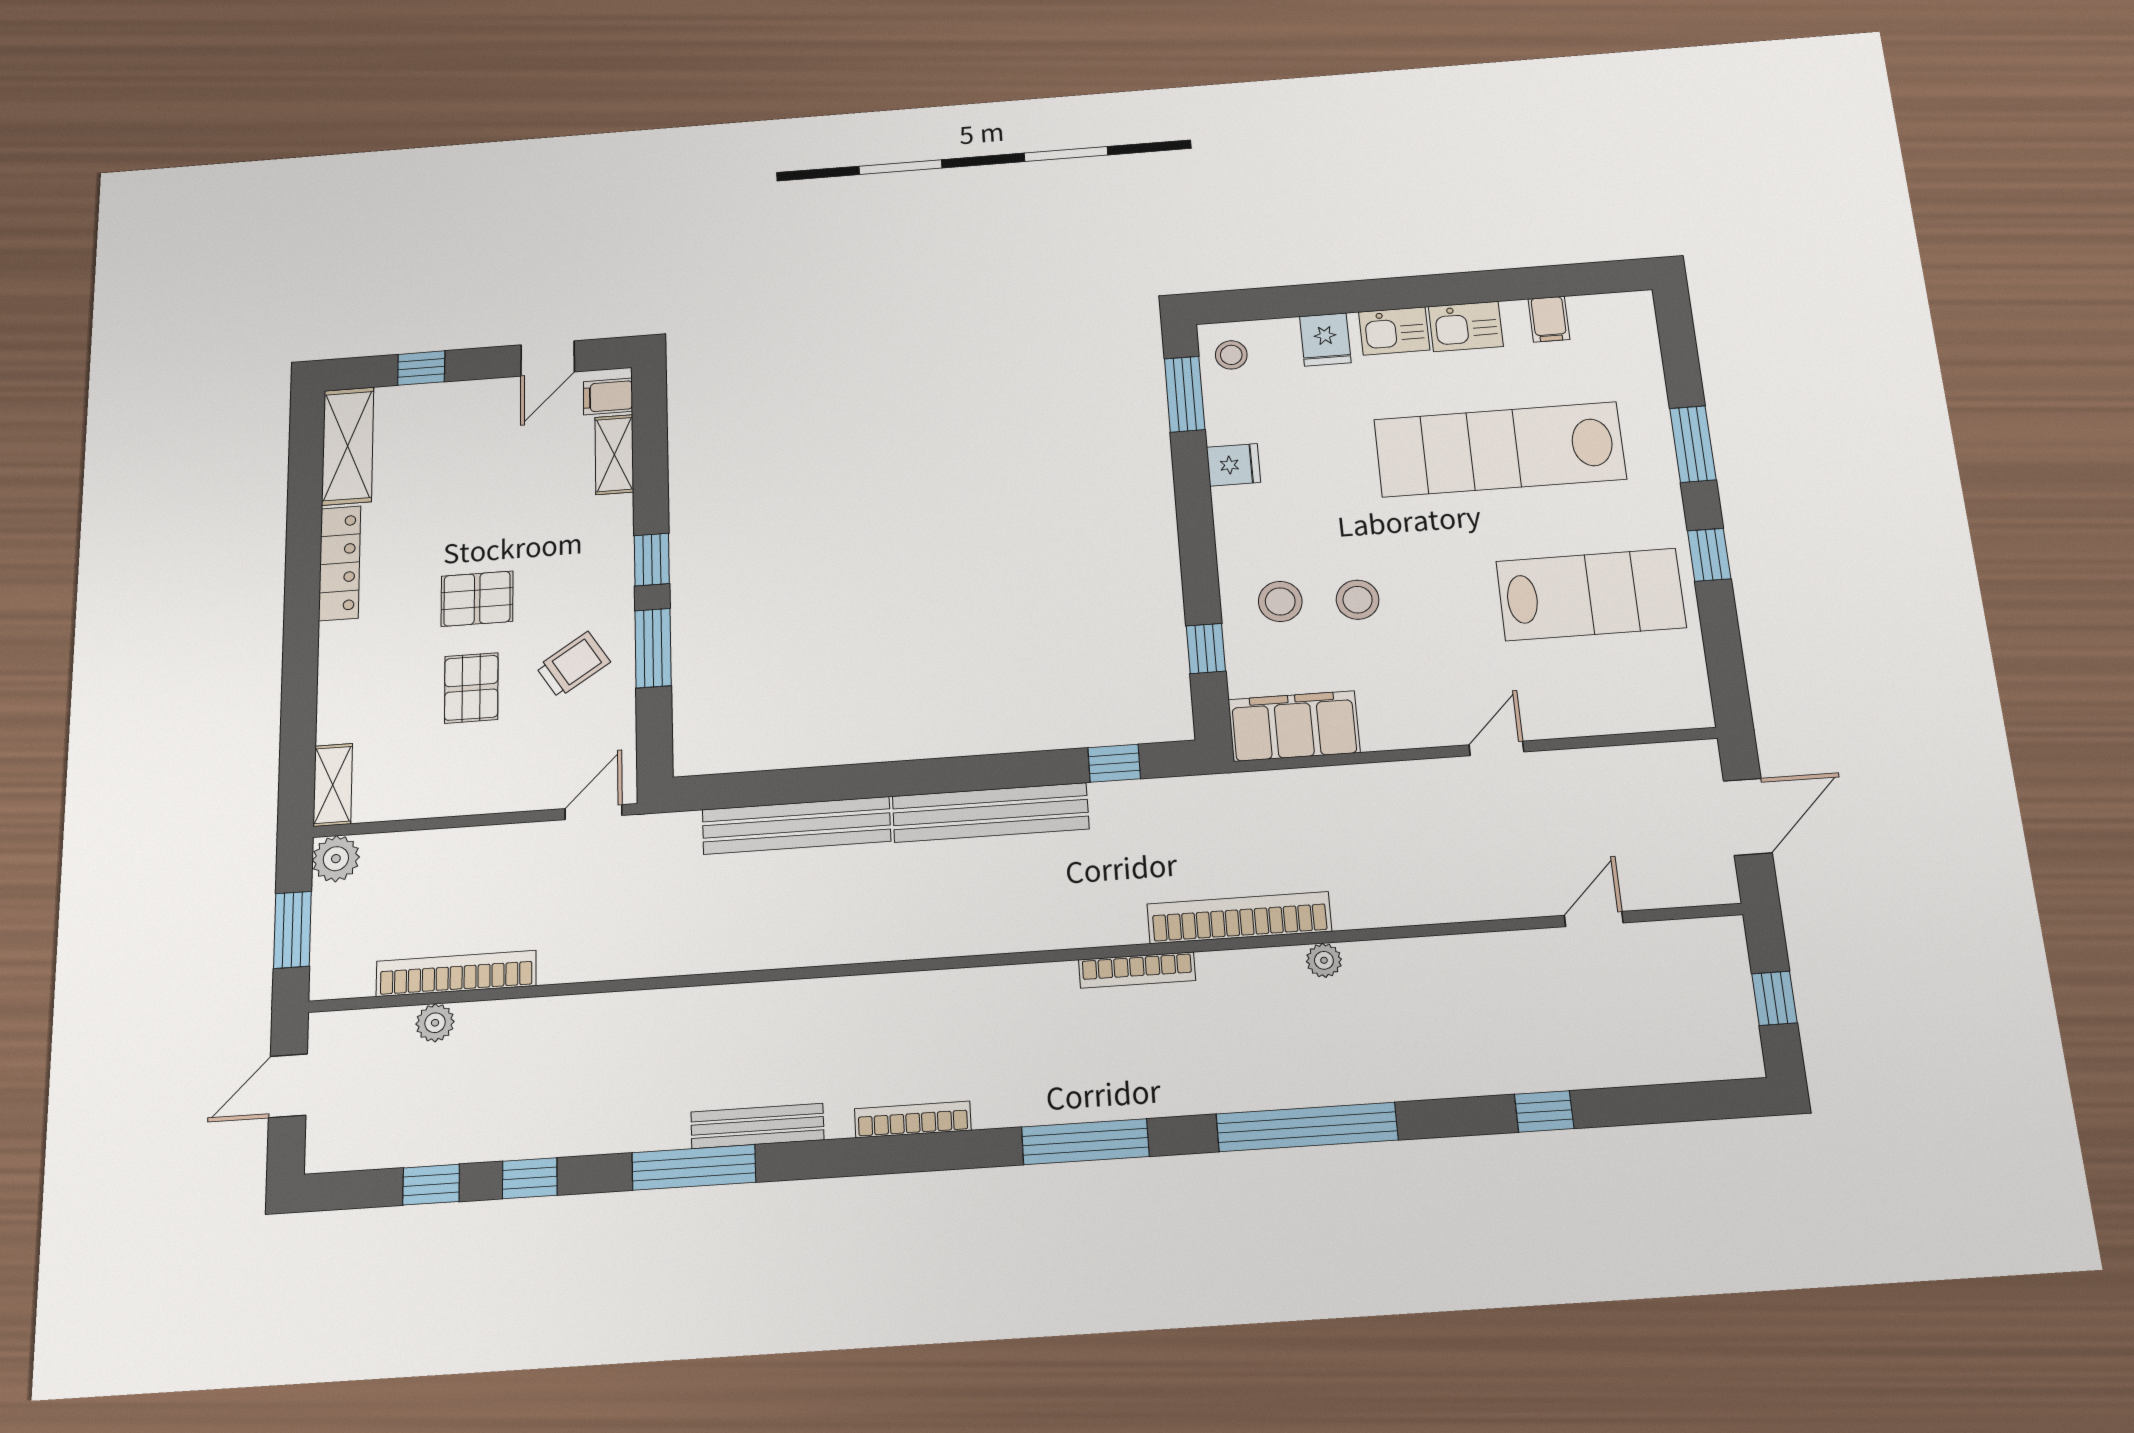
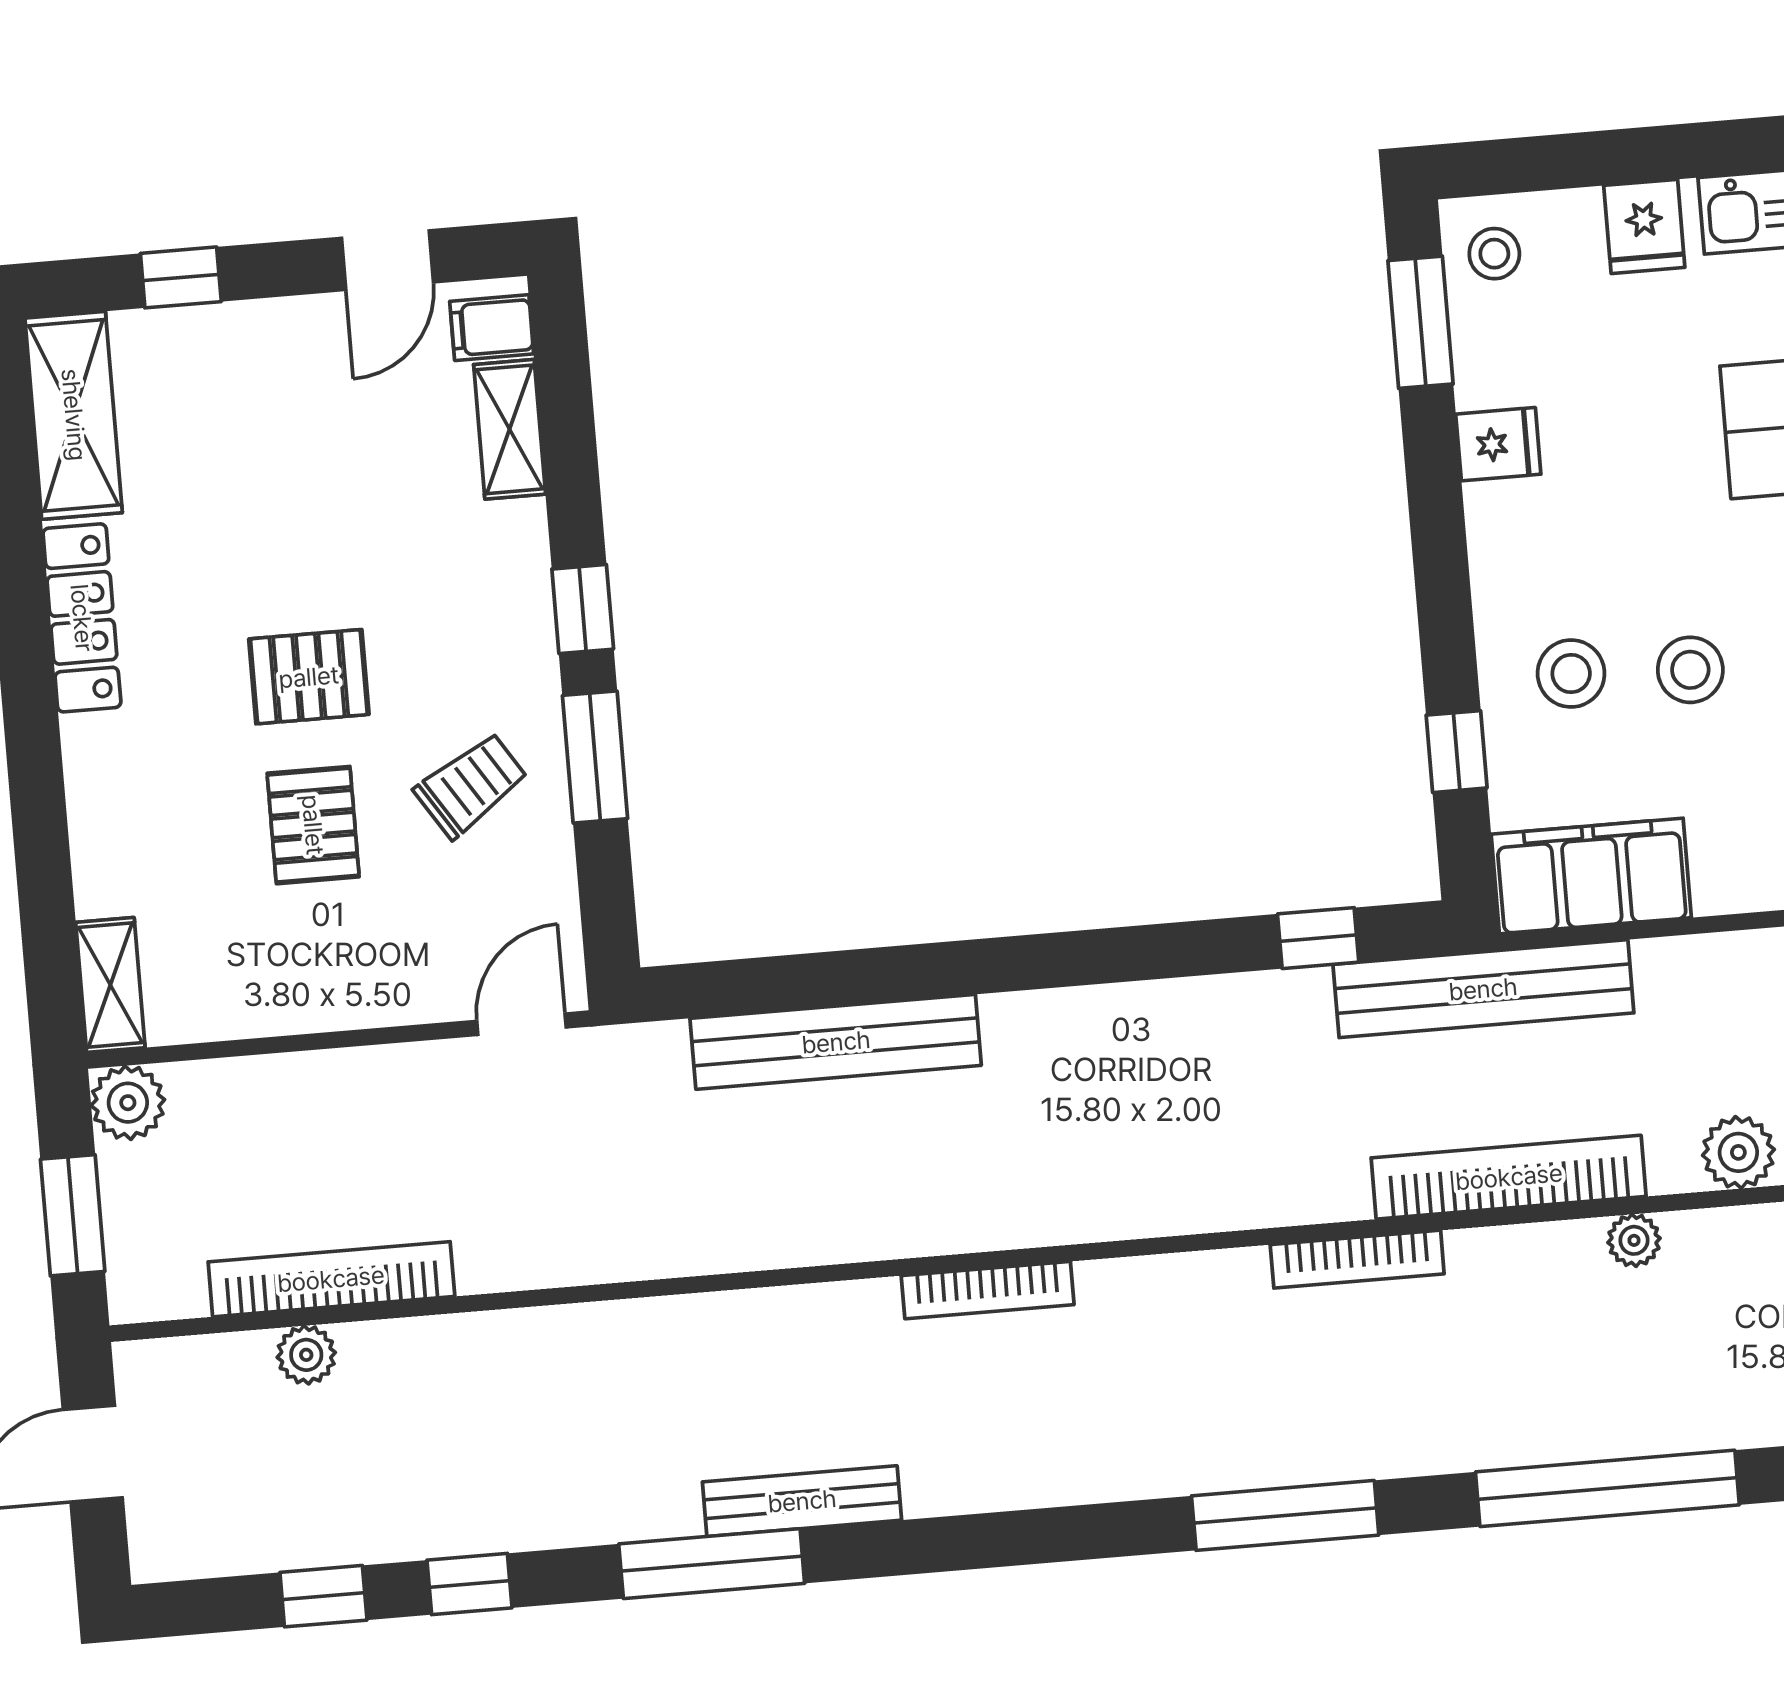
bench: (990, 813) -> (1483, 989), moved
plant: (1394, 904) -> (1738, 1152), added
bookcase: (913, 1119) -> (988, 1290), moved, turned 180

